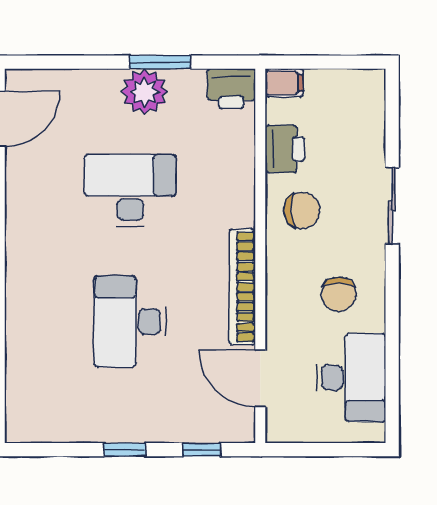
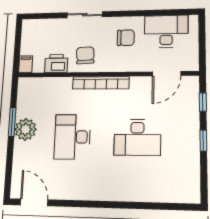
printer: (231, 89) -> (27, 88), removed
bookcase: (242, 287) -> (101, 83), moved

